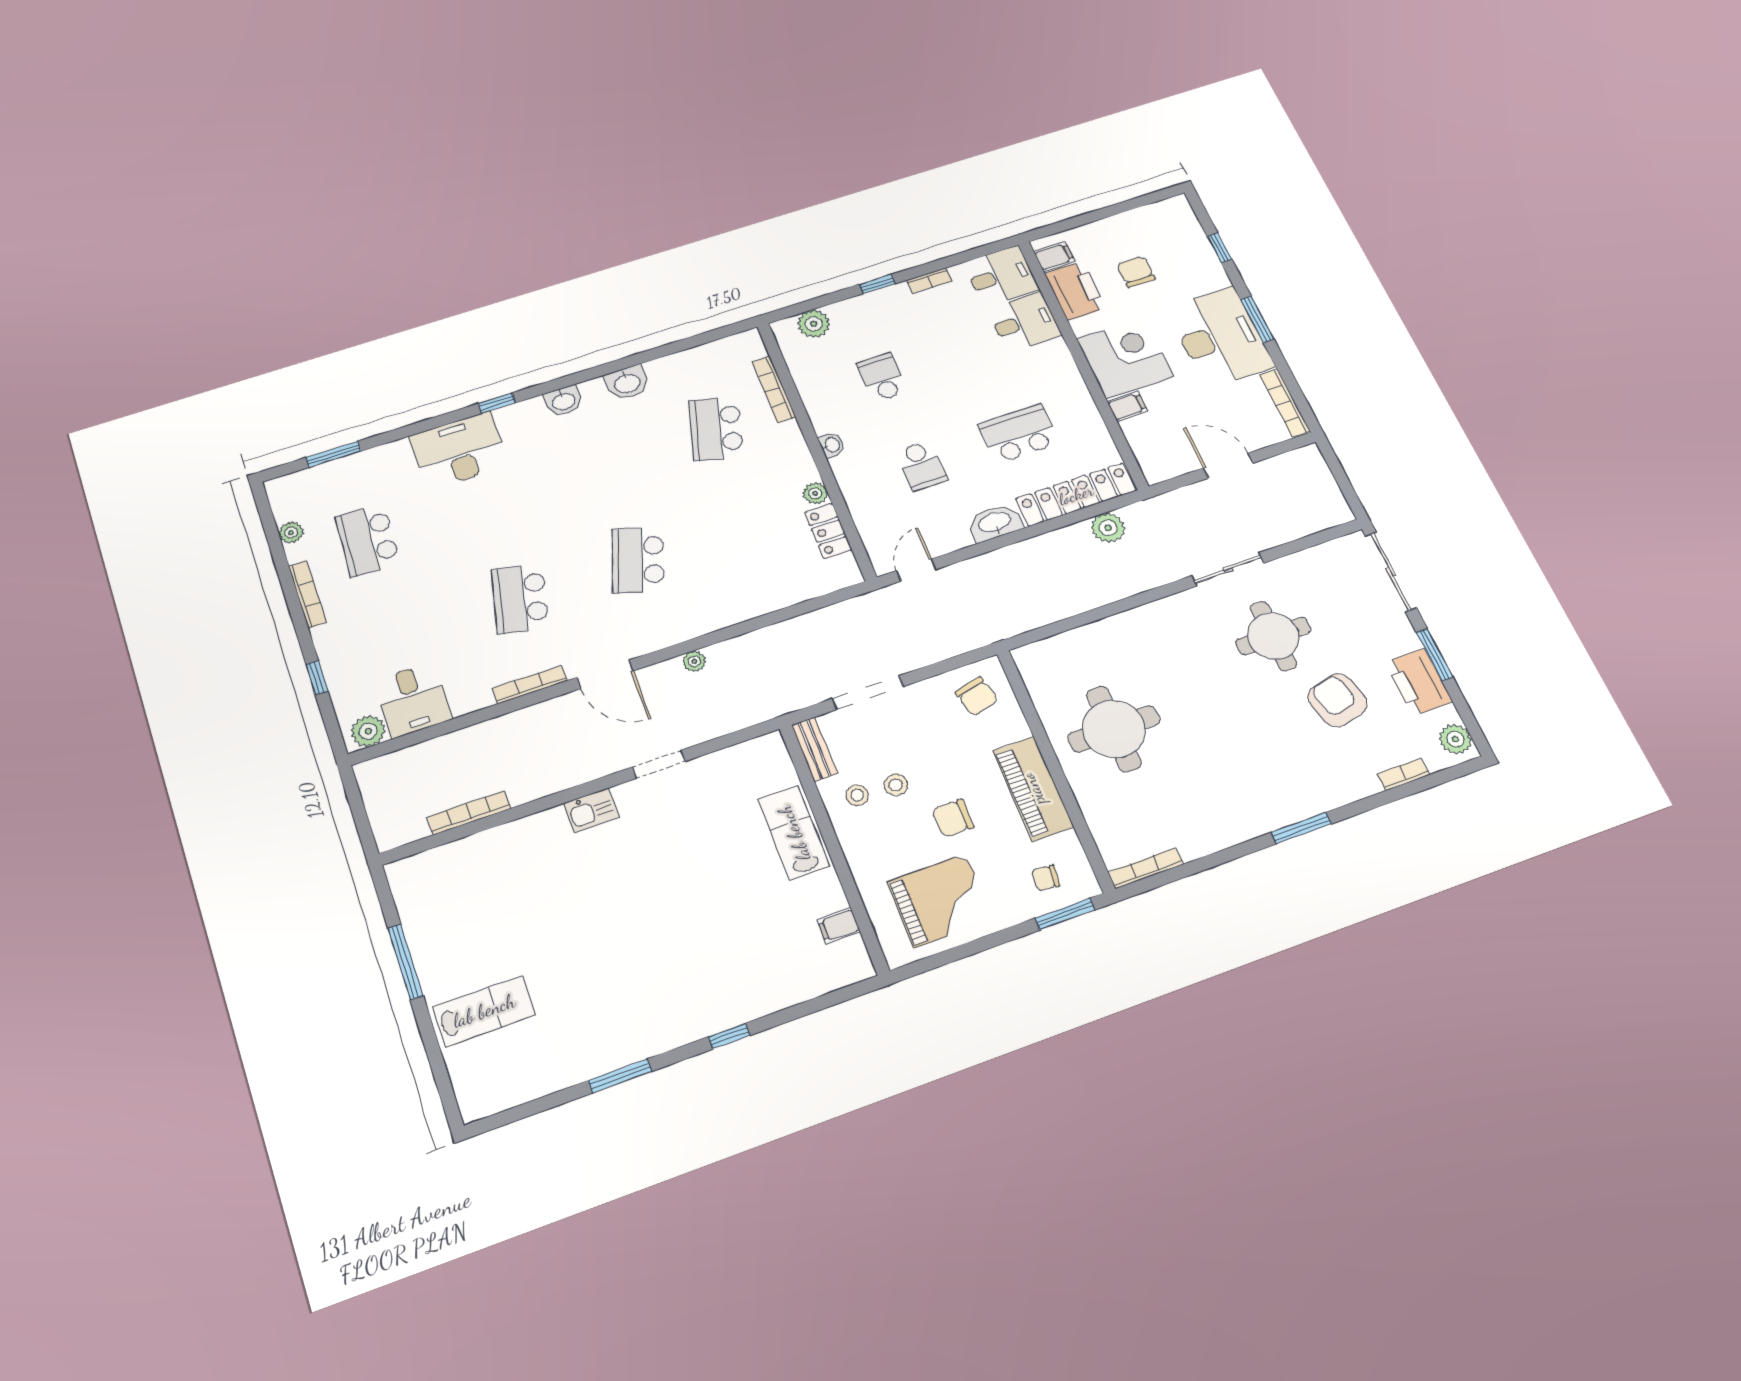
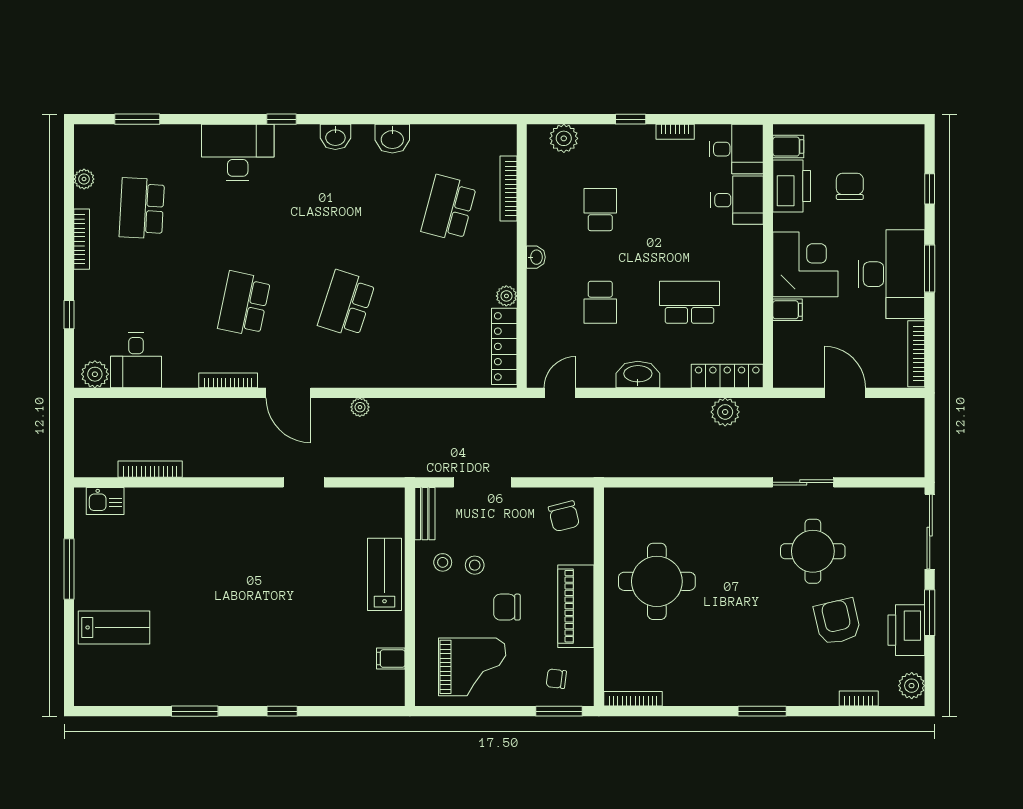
locker: (1076, 495) -> (727, 376), width x0.71, depth x0.83
locker: (828, 531) -> (504, 346), width x1.53
kitchen sink: (591, 810) -> (105, 501), moved

